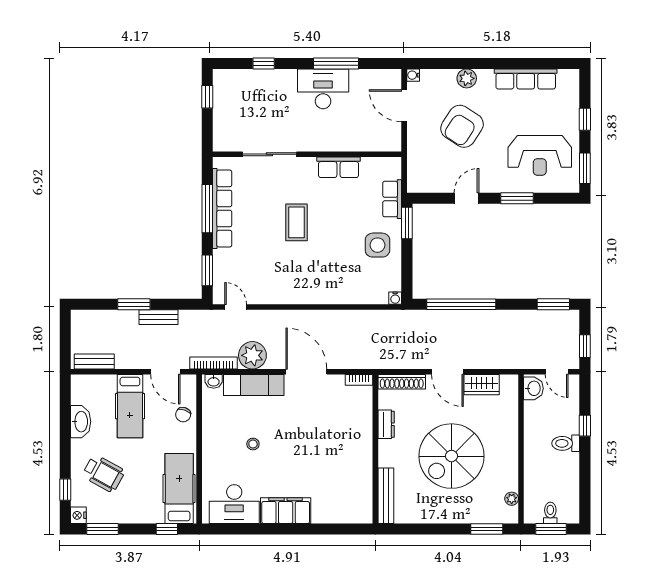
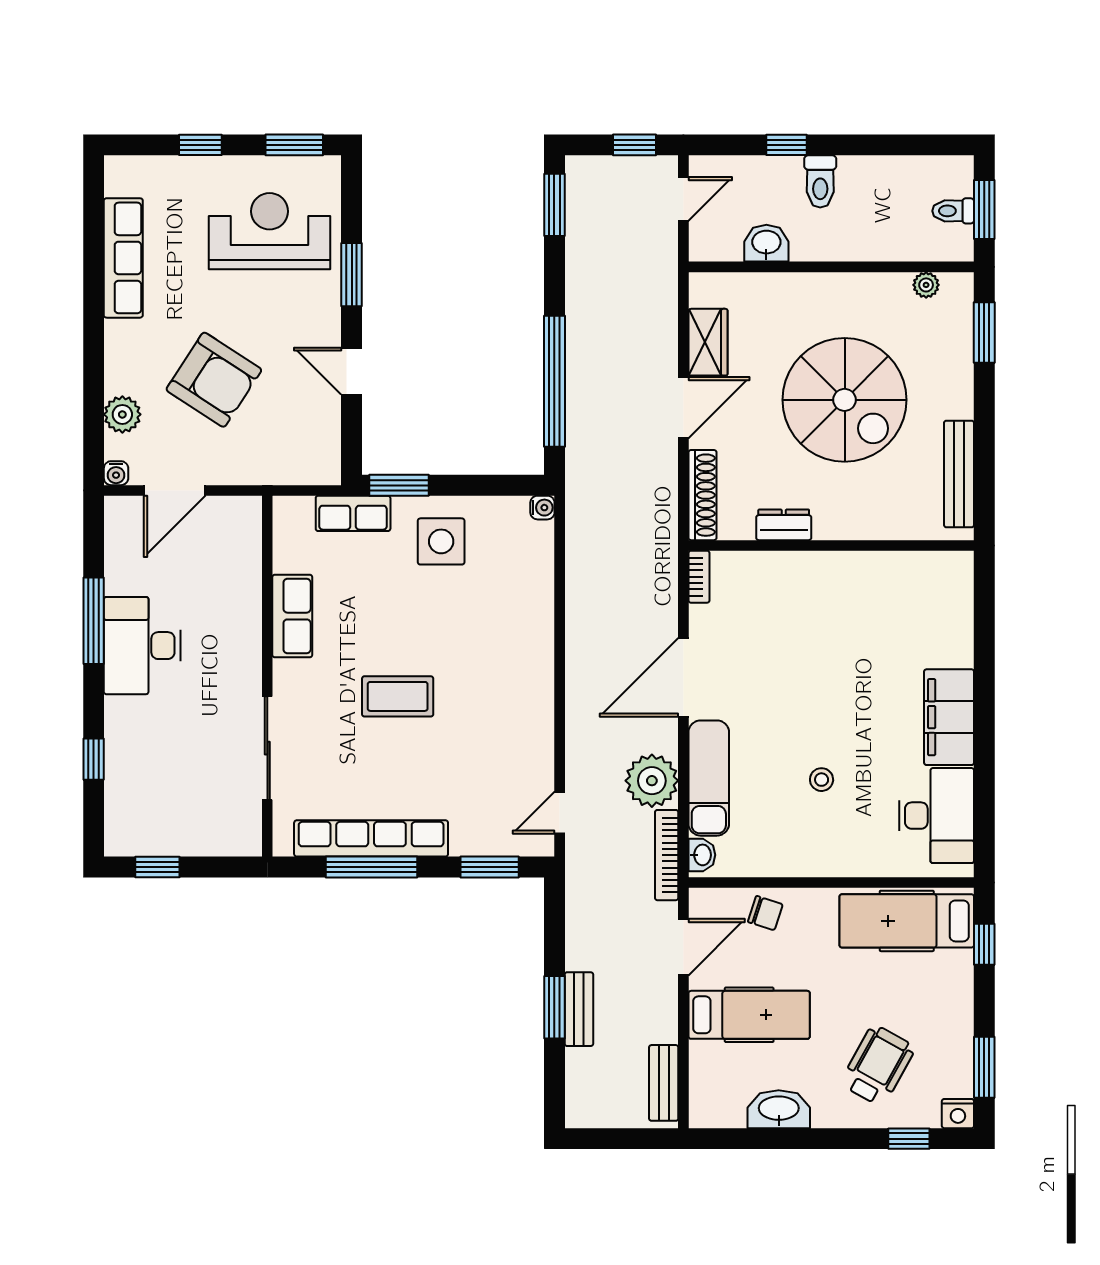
plant: (467, 78) -> (122, 414), moved
reception desk: (540, 155) -> (270, 231), turned -90
bench: (159, 317) -> (579, 1009), moved
washbasin: (533, 388) -> (766, 243), moved
bench: (386, 496) -> (959, 474), moved, turned 90

